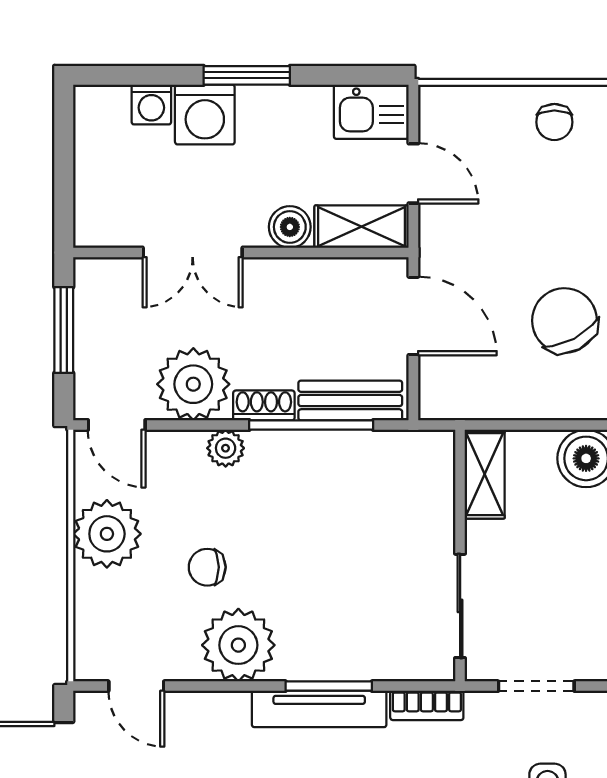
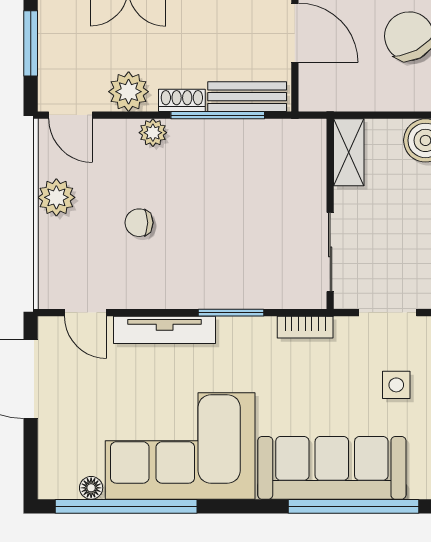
plant: (193, 384) -> (129, 92), width x0.73, depth x0.73
plant: (107, 534) -> (56, 197), width x0.73, depth x0.73
plant: (238, 645) -> (163, 282), removed
tv unit: (319, 709) -> (165, 330), moved

